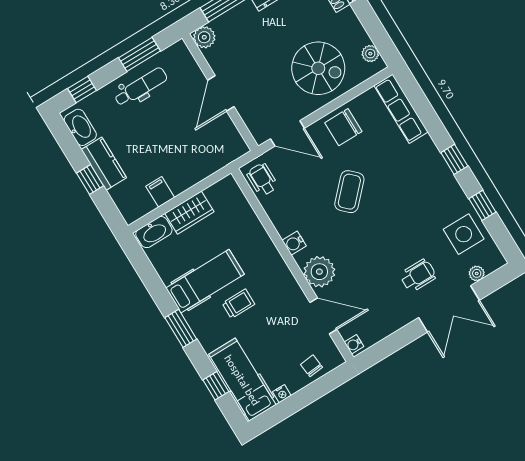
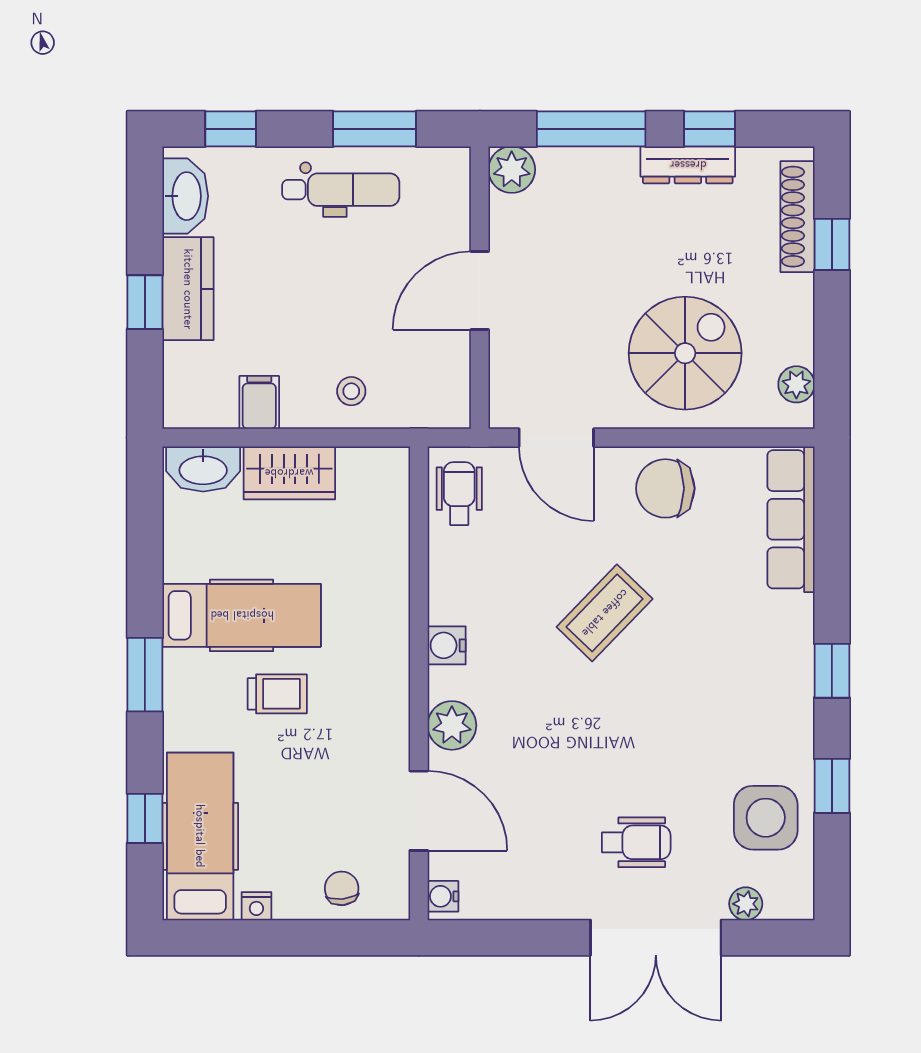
spiral stairs: (318, 68) -> (685, 353), turned -90
stool: (194, 165) -> (351, 391), added
plant: (319, 272) -> (452, 725), width x0.73, depth x0.73

